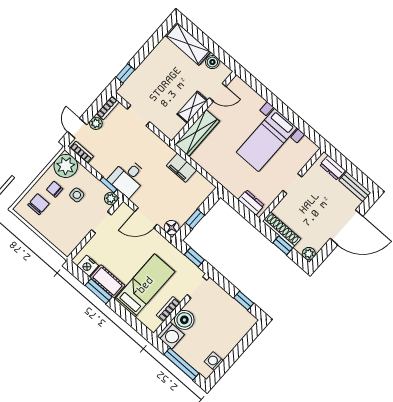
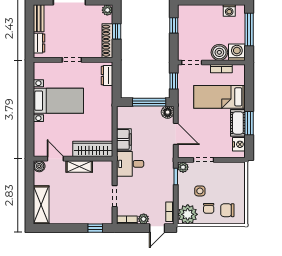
boiler: (212, 62) -> (39, 166), moved
desk: (128, 178) -> (130, 164), moved, turned 180
window: (195, 219) -> (149, 102), width x2.17

